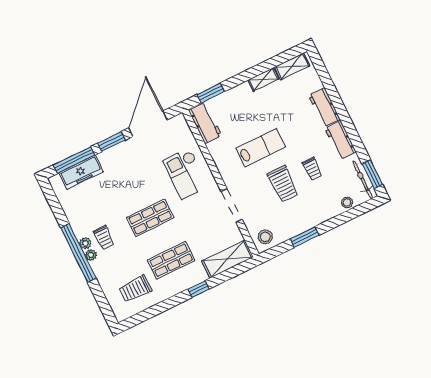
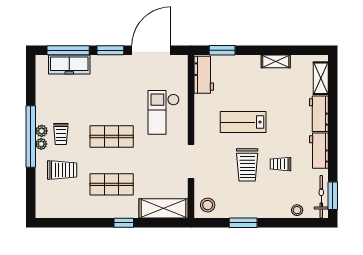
shelving: (292, 66) -> (321, 78), moved, turned 90
lab bench: (261, 148) -> (243, 122), turned 180
trolley: (312, 169) -> (281, 164), turned 90
trolley: (135, 289) -> (62, 170), moved, turned 180

